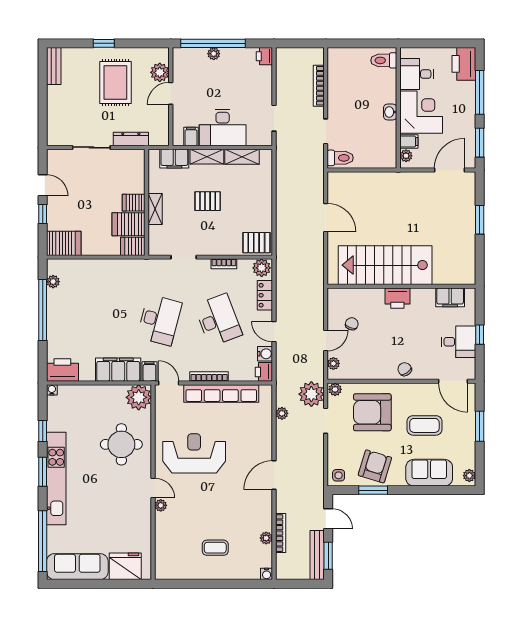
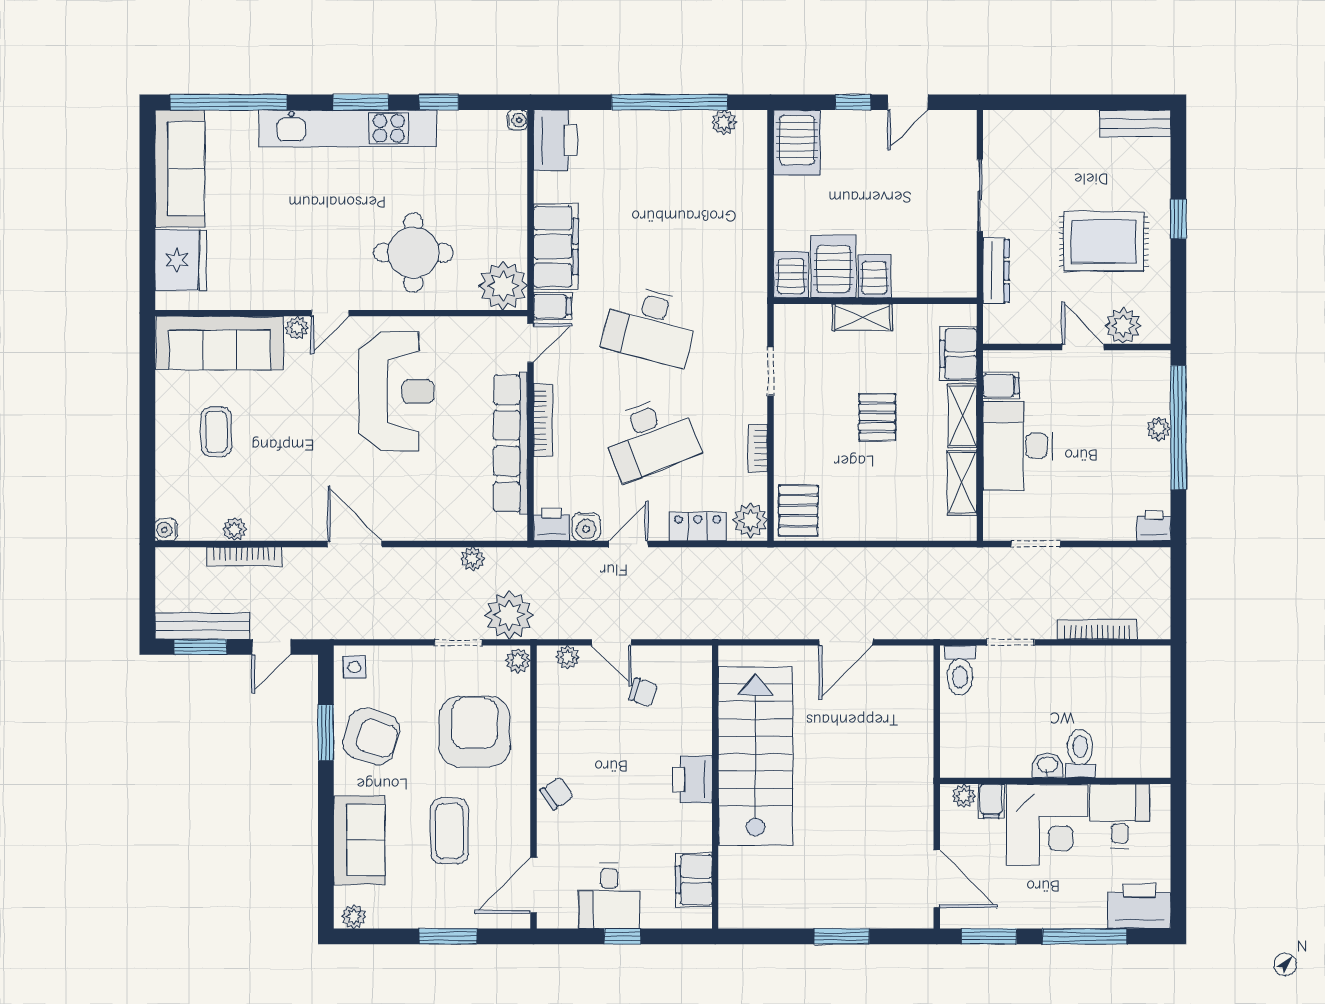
toilet: (384, 60) -> (1080, 753), moved
sofa: (169, 546) -> (220, 343), added

